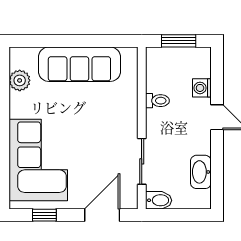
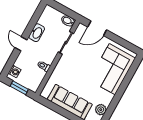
washing machine: (202, 88) -> (15, 71), moved
washbasin: (201, 172) -> (37, 33), moved
window: (44, 215) -> (123, 43), removed

